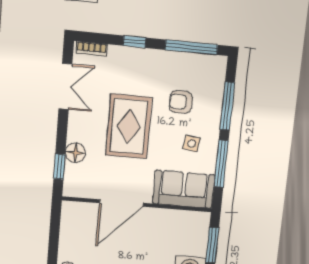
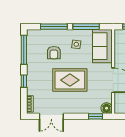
double door: (65, 86) -> (51, 116), swing flipped
floor lamp: (75, 153) -> (107, 108), moved

